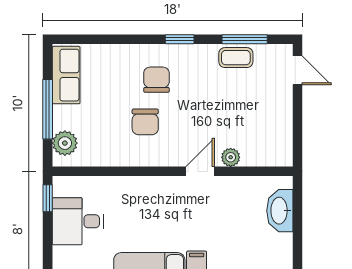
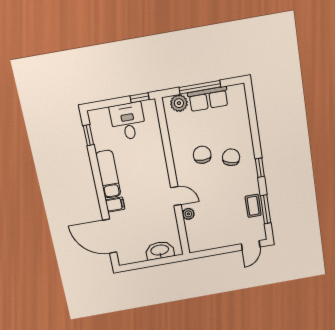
row of seats: (66, 75) -> (208, 99), moved
chair: (156, 80) -> (231, 157), turned -75
chair: (145, 122) -> (202, 155), turned 90

